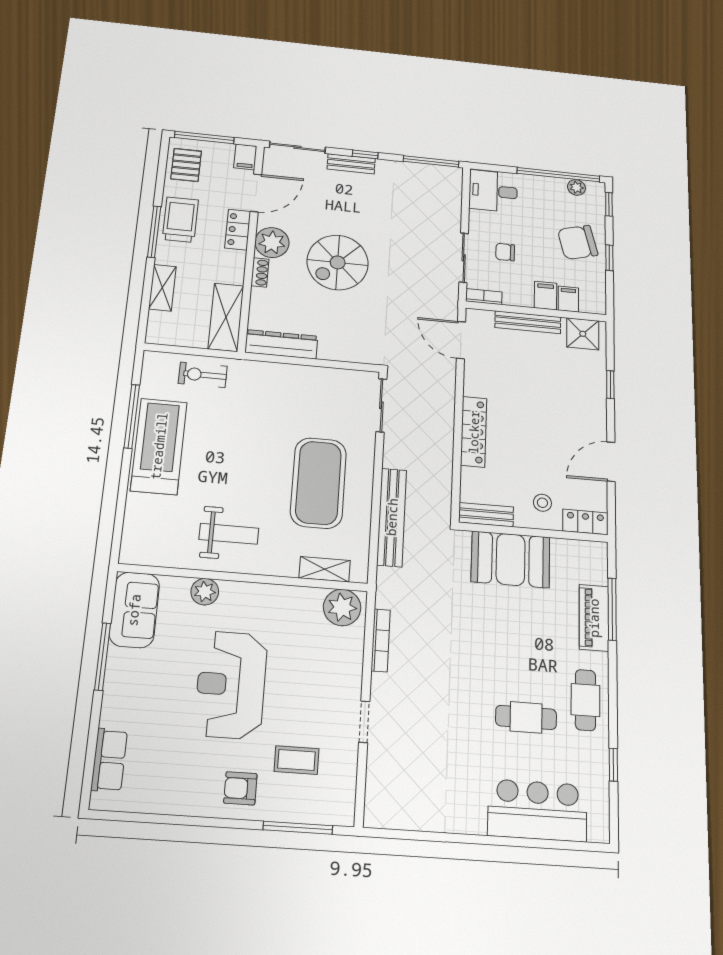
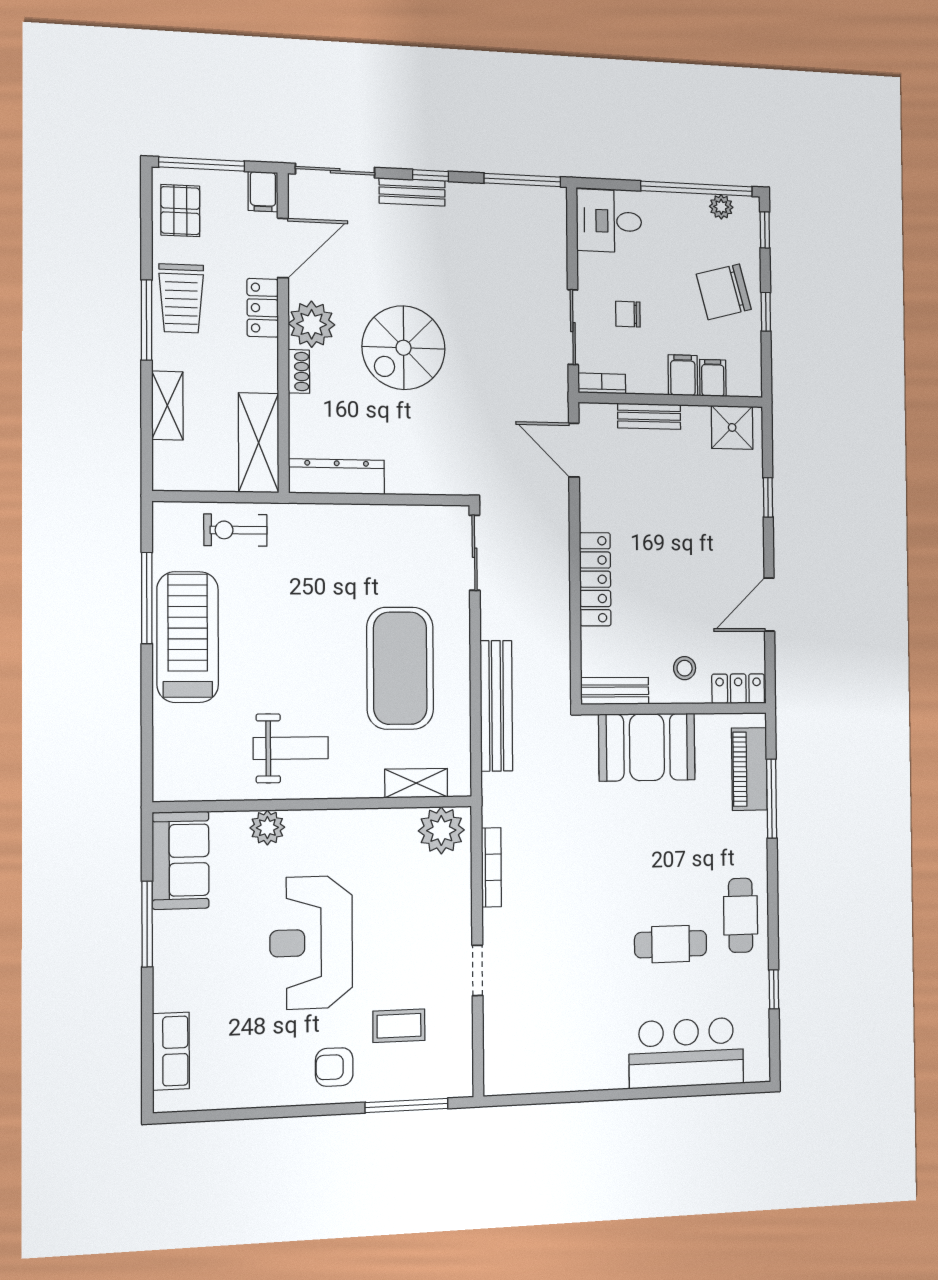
trolley: (180, 220) -> (181, 298), turned 180
bench: (528, 322) -> (649, 416), width x0.73
piano: (594, 618) -> (749, 769), moved

